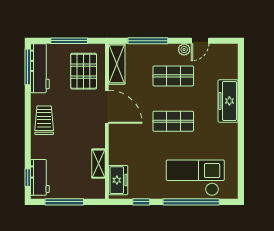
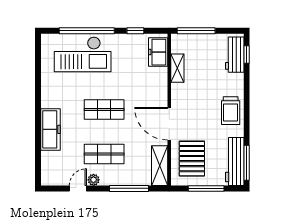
window: (64, 202) -> (196, 31), moved

